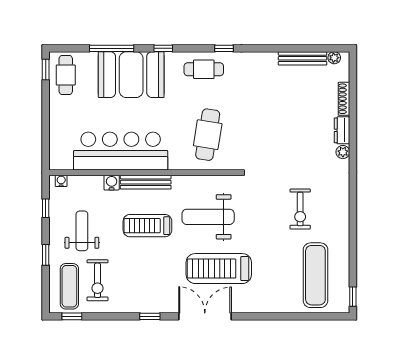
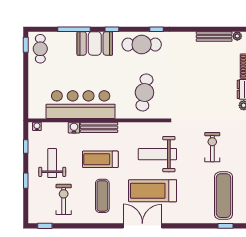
cafe table: (204, 69) -> (142, 45), width x1.37, depth x1.35
booth: (131, 75) -> (95, 43), width x0.73, depth x0.70
exercise bike: (300, 209) -> (212, 147), turned 180
weight bench: (208, 217) -> (157, 154), moved
exercise bike: (97, 280) -> (64, 199), turned 180
exercise mat: (69, 286) -> (102, 196), moved
window: (150, 316) -> (225, 226), moved

